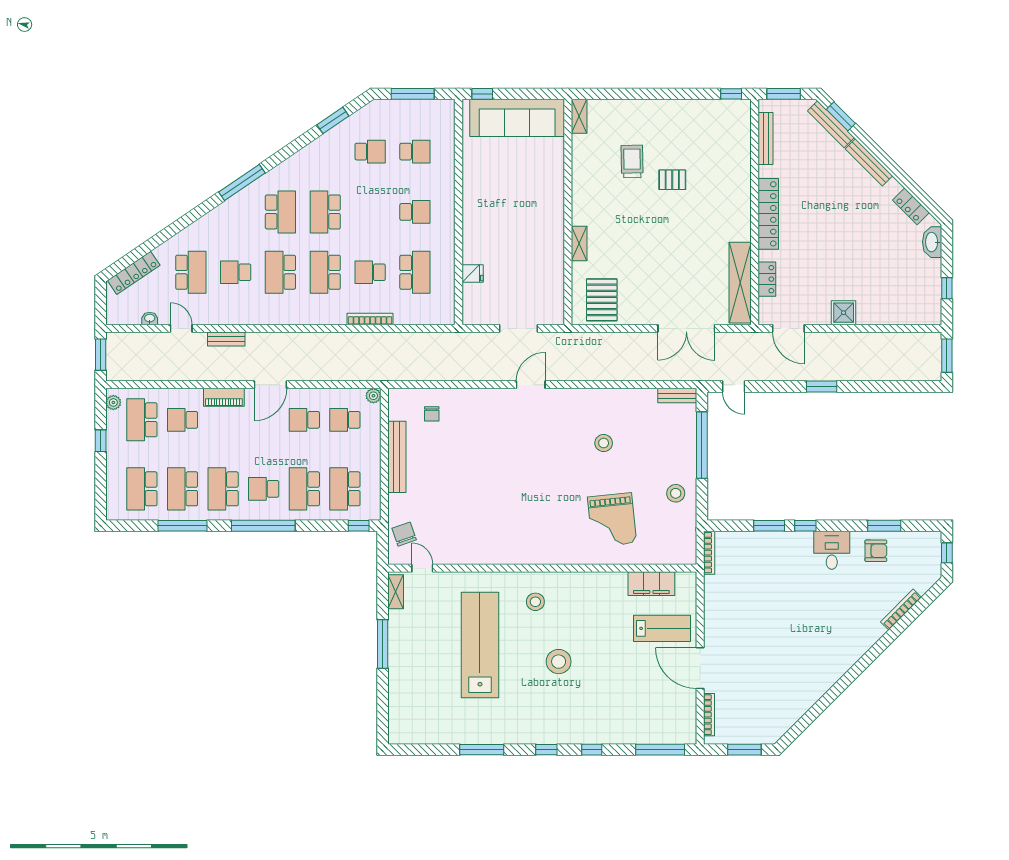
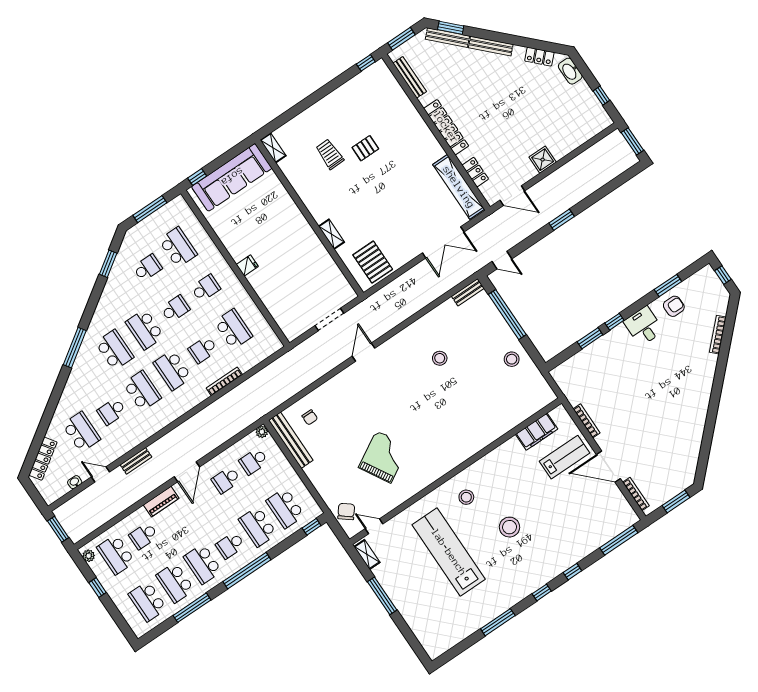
school desk: (415, 152) -> (178, 247), width x1.85
school desk: (370, 212) -> (175, 309), added
school desk: (280, 272) -> (142, 391), turned 180
fridge: (473, 273) -> (247, 265), moved
bench: (397, 457) -> (291, 440), moved
grand piano: (612, 520) -> (384, 457), moved, turned -114
chair: (404, 534) -> (346, 511), turned 58
bookcase: (709, 553) -> (587, 421), moved

